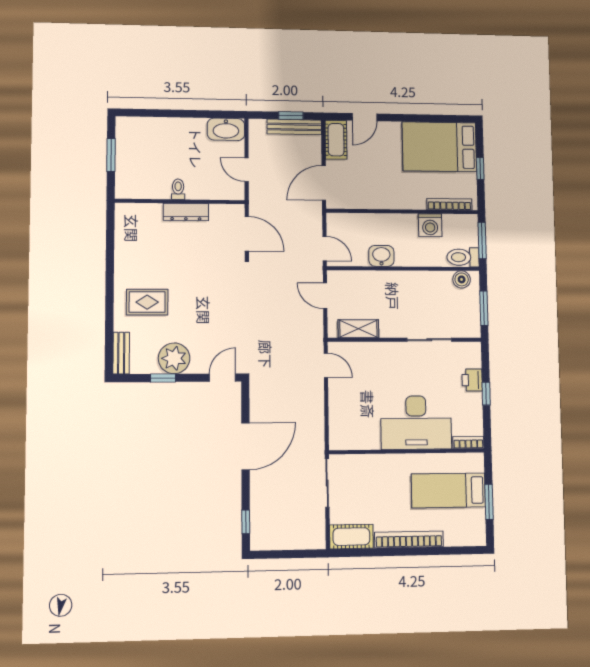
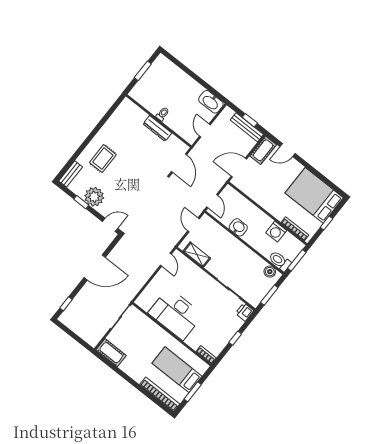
rug: (147, 302) -> (103, 159), turned 90
printer: (472, 380) -> (245, 312), moved
desk: (416, 423) -> (176, 314), moved
bookcase: (409, 539) -> (160, 394), moved

